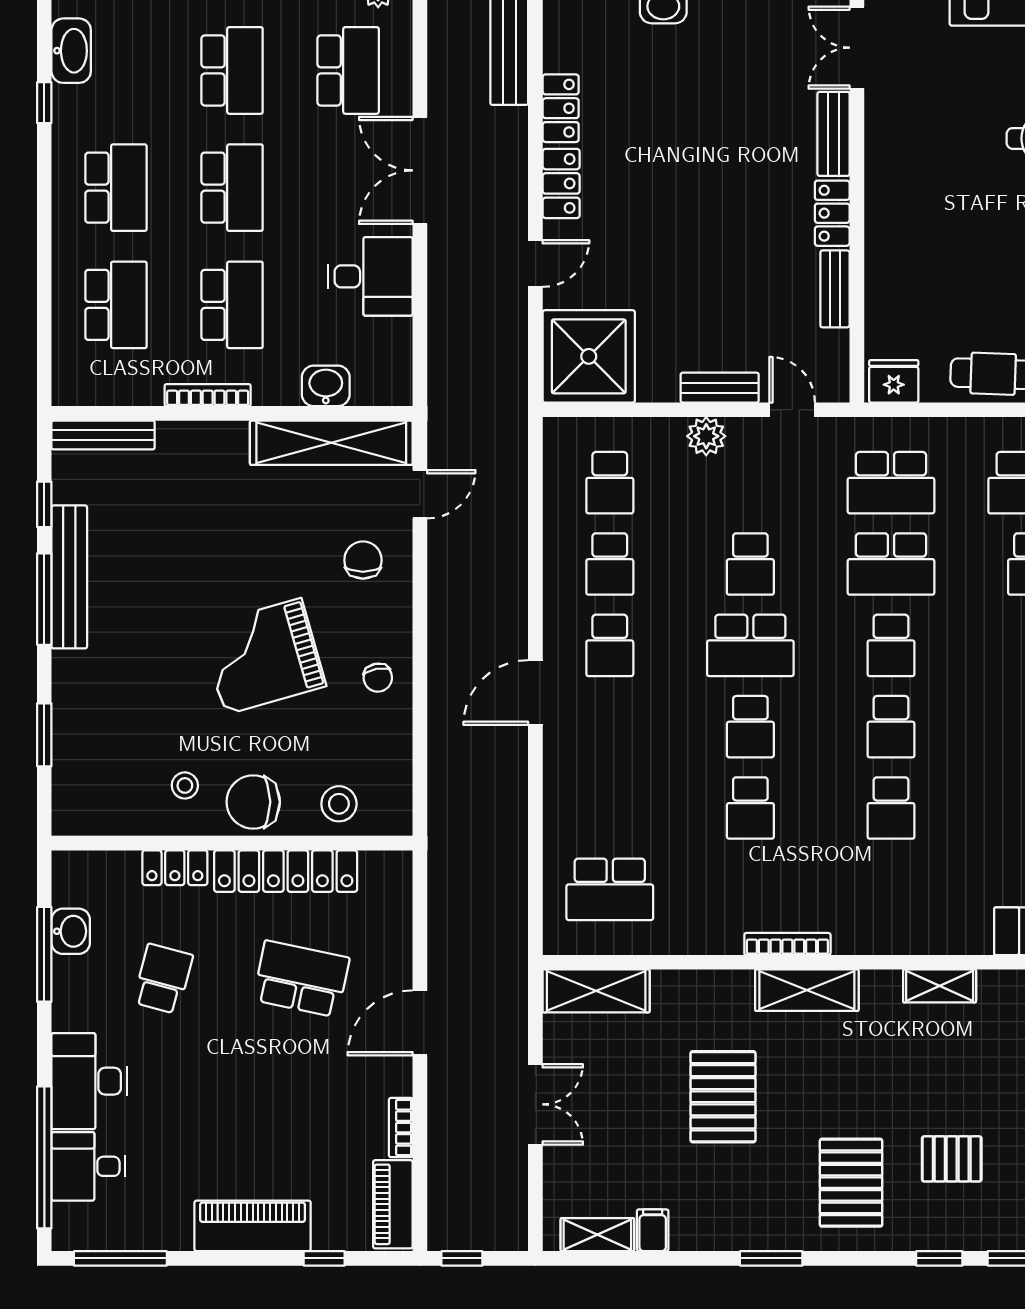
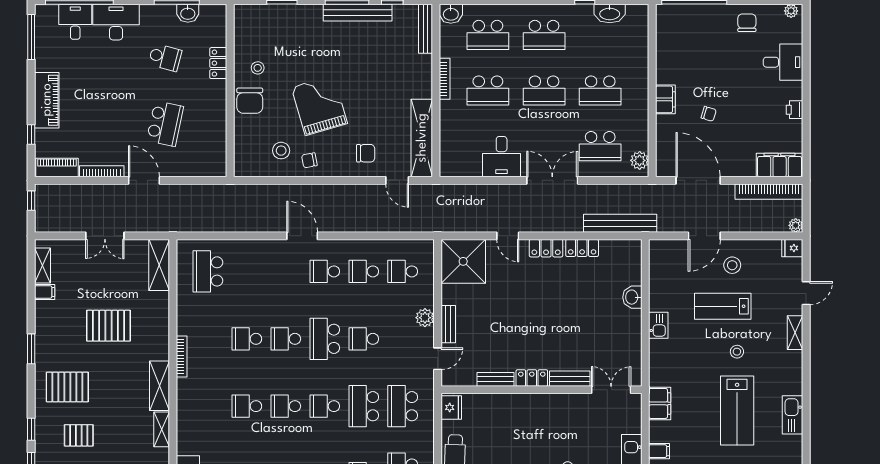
washbasin: (326, 386) -> (451, 14), moved, turned 90
chair: (253, 802) -> (250, 101), turned 180
stool: (339, 804) -> (281, 151), moved
locker: (286, 871) -> (217, 116), removed
shelving: (807, 990) -> (160, 386), moved
bookcase: (401, 1128) -> (102, 171), width x1.56
pallet: (952, 1159) -> (79, 435), turned 90

